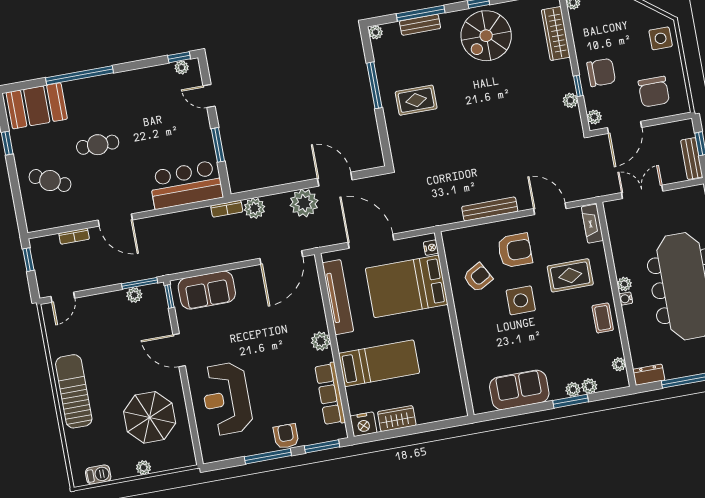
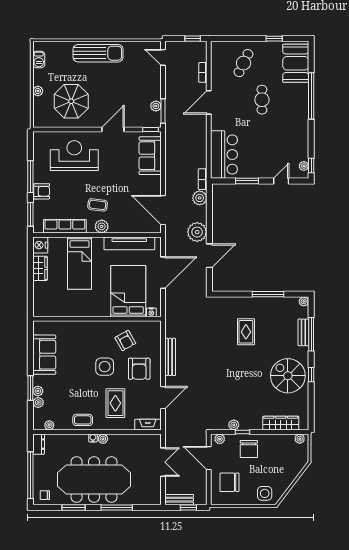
rug: (416, 100) -> (246, 332), moved
coffee table: (291, 353) -> (98, 205), added

